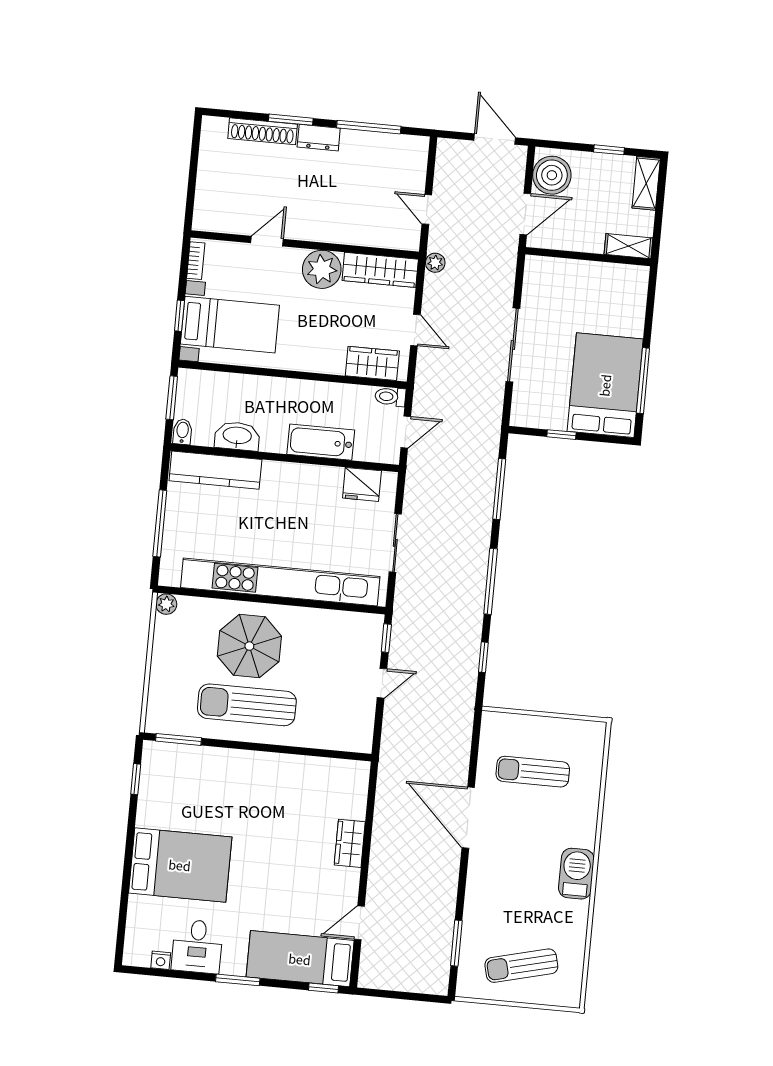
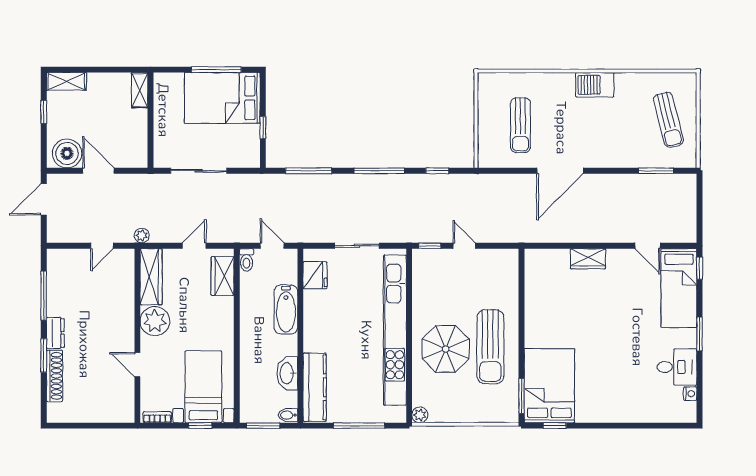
shelving: (629, 246) -> (140, 90), moved
wall: (588, 257) -> (150, 120), moved
bed: (180, 865) -> (549, 386), moved

